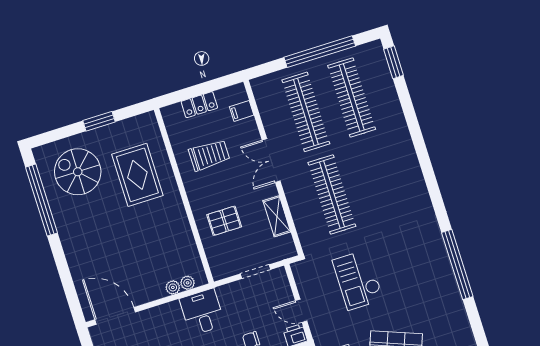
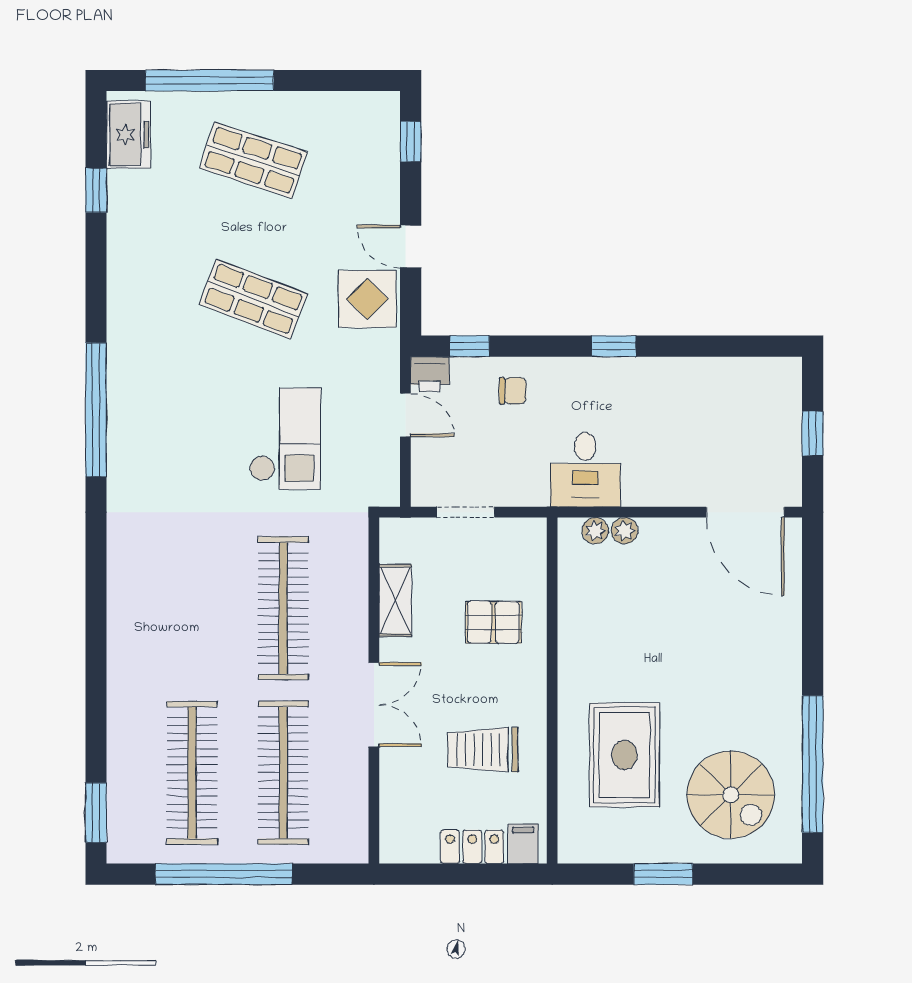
filing cabinet: (242, 111) -> (523, 844), moved, turned -90

